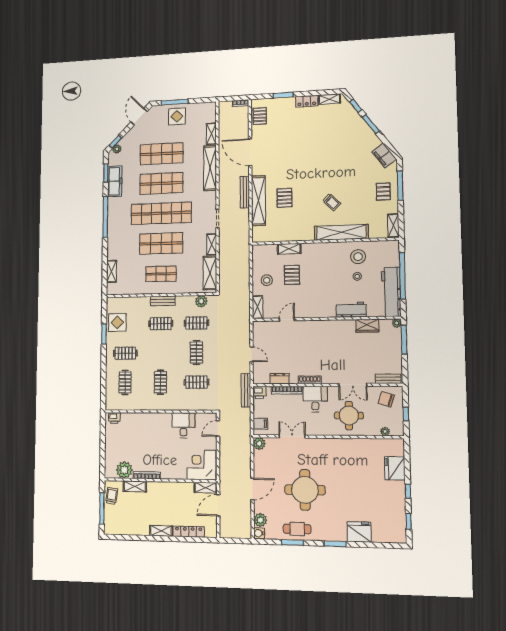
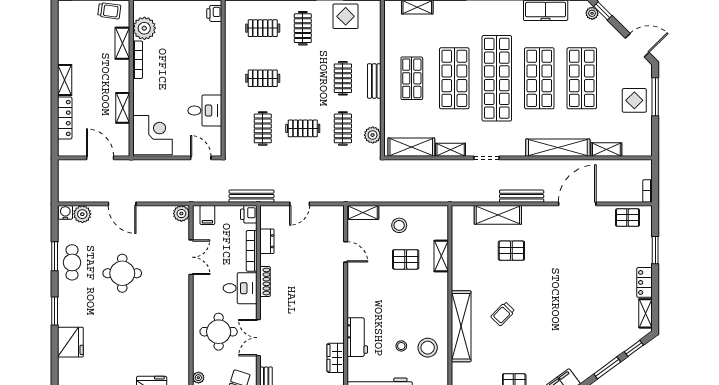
shelving: (258, 201) -> (498, 215), width x0.68
shelving: (206, 488) -> (123, 108), moved
round table: (305, 490) -> (122, 273), width x0.73, depth x0.73

